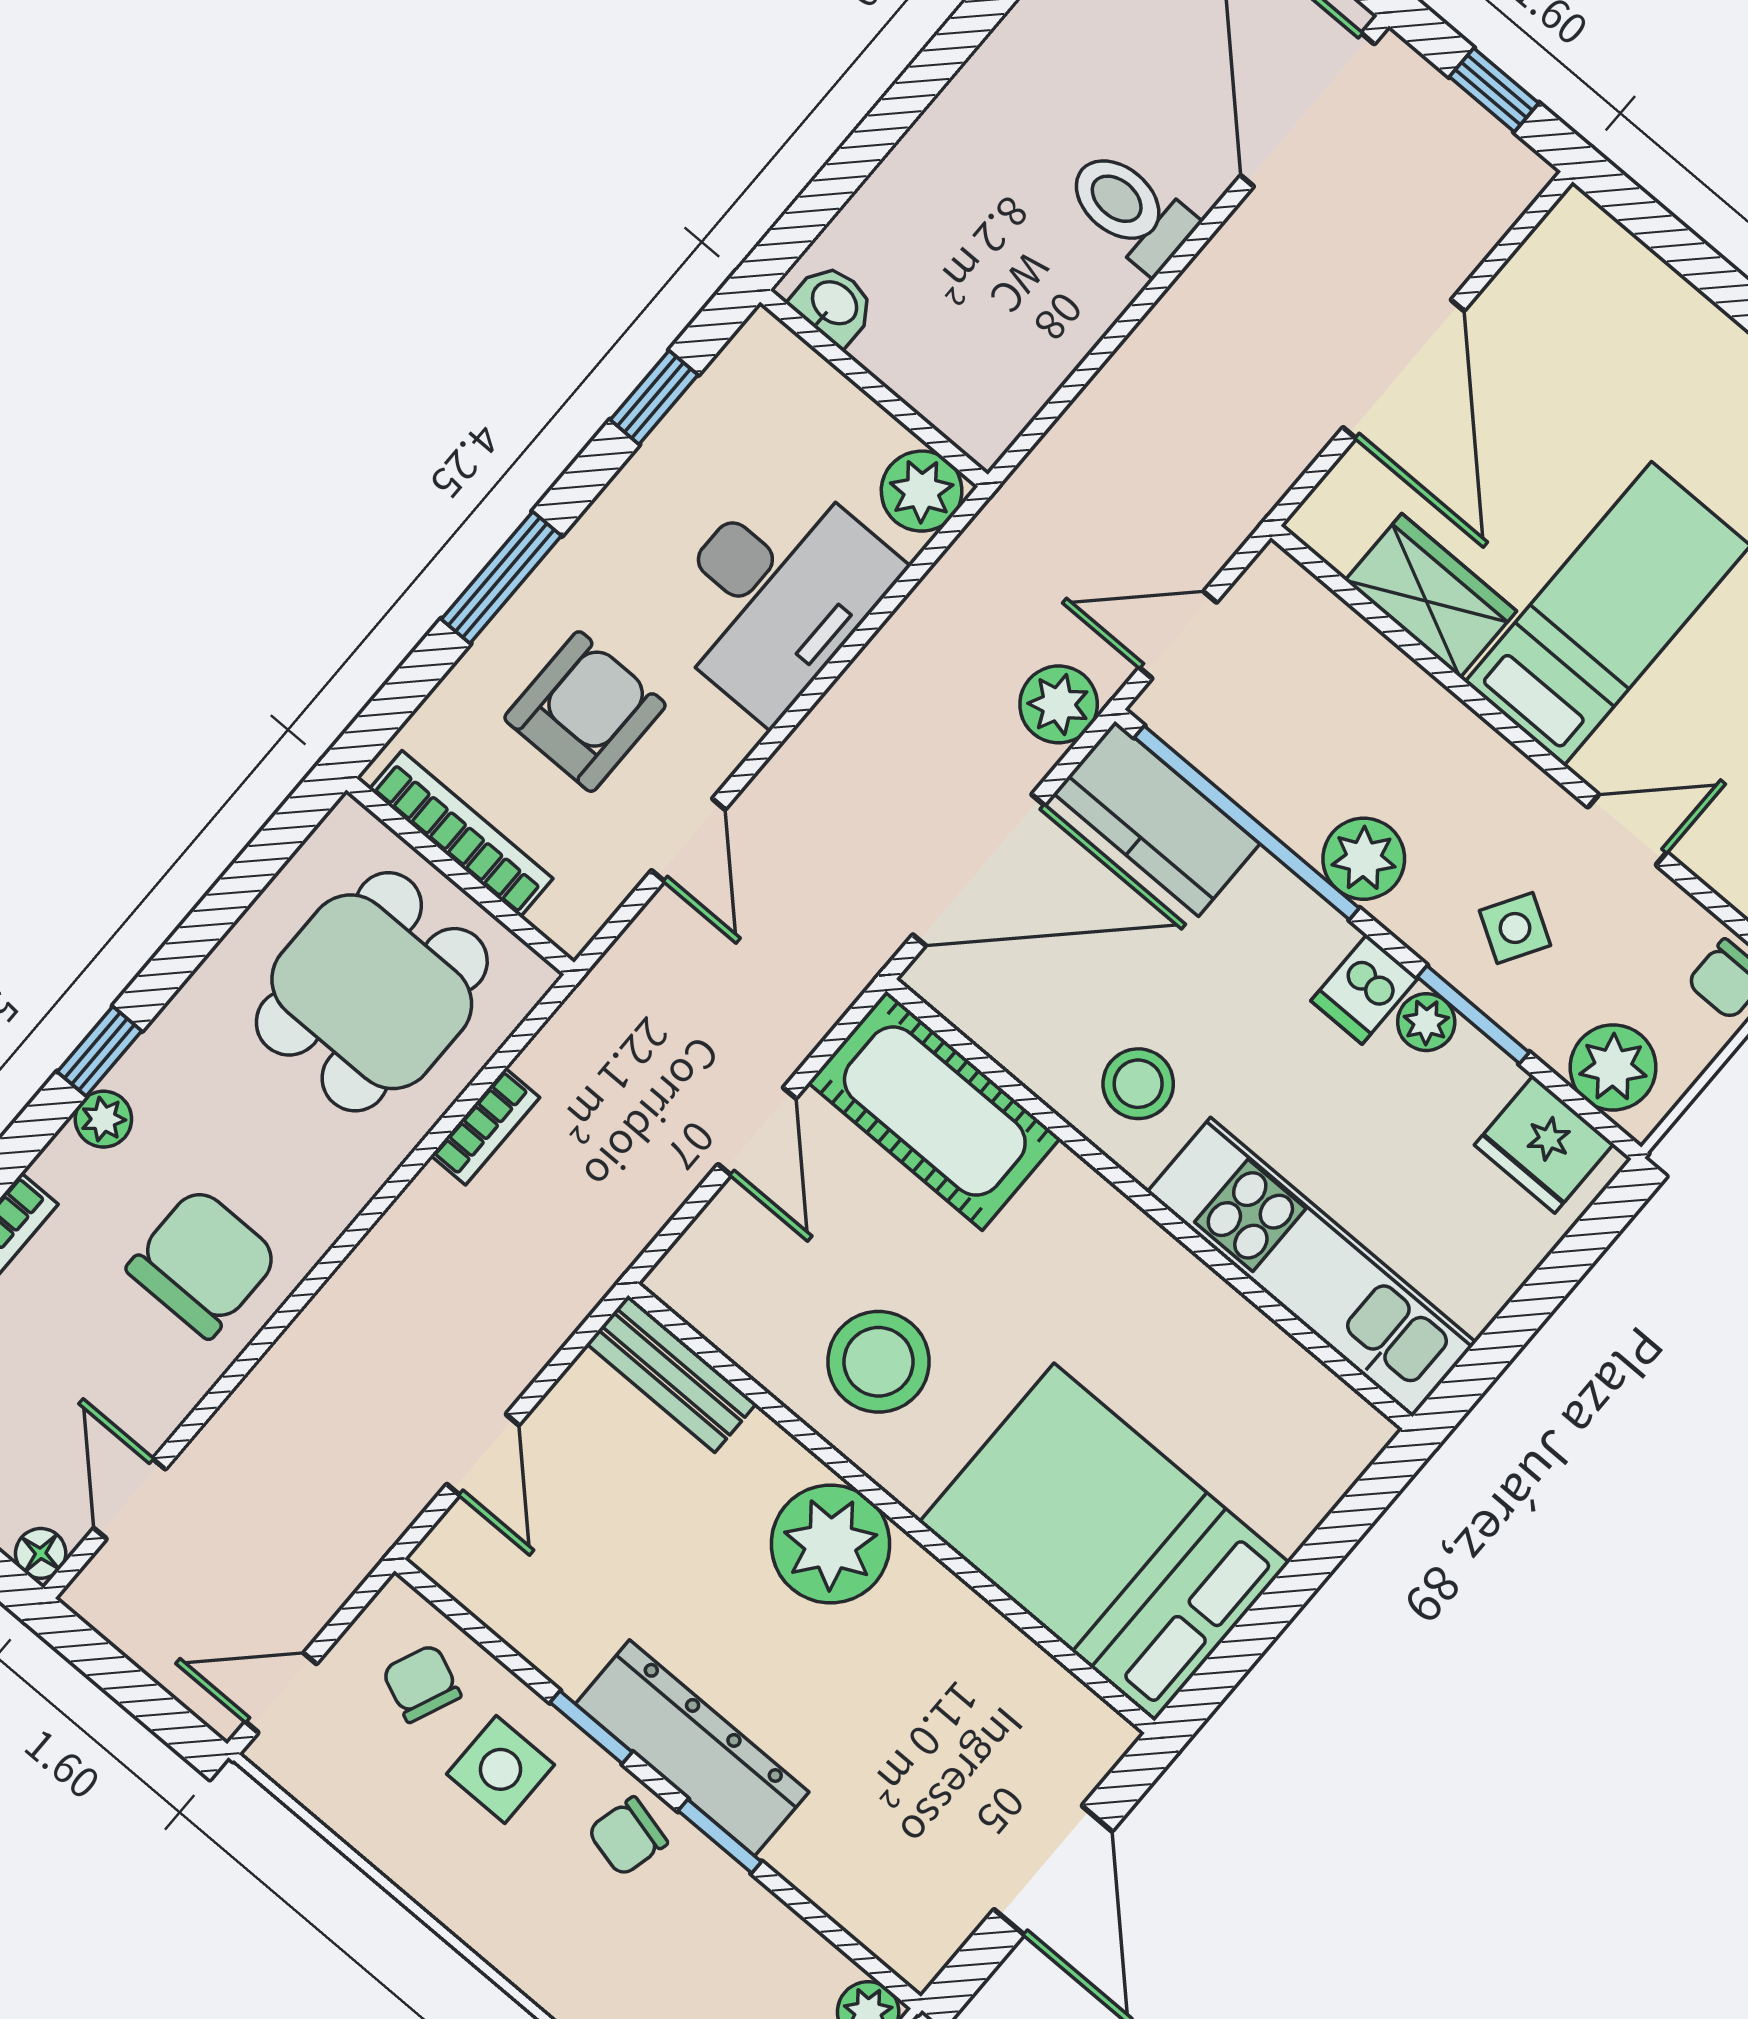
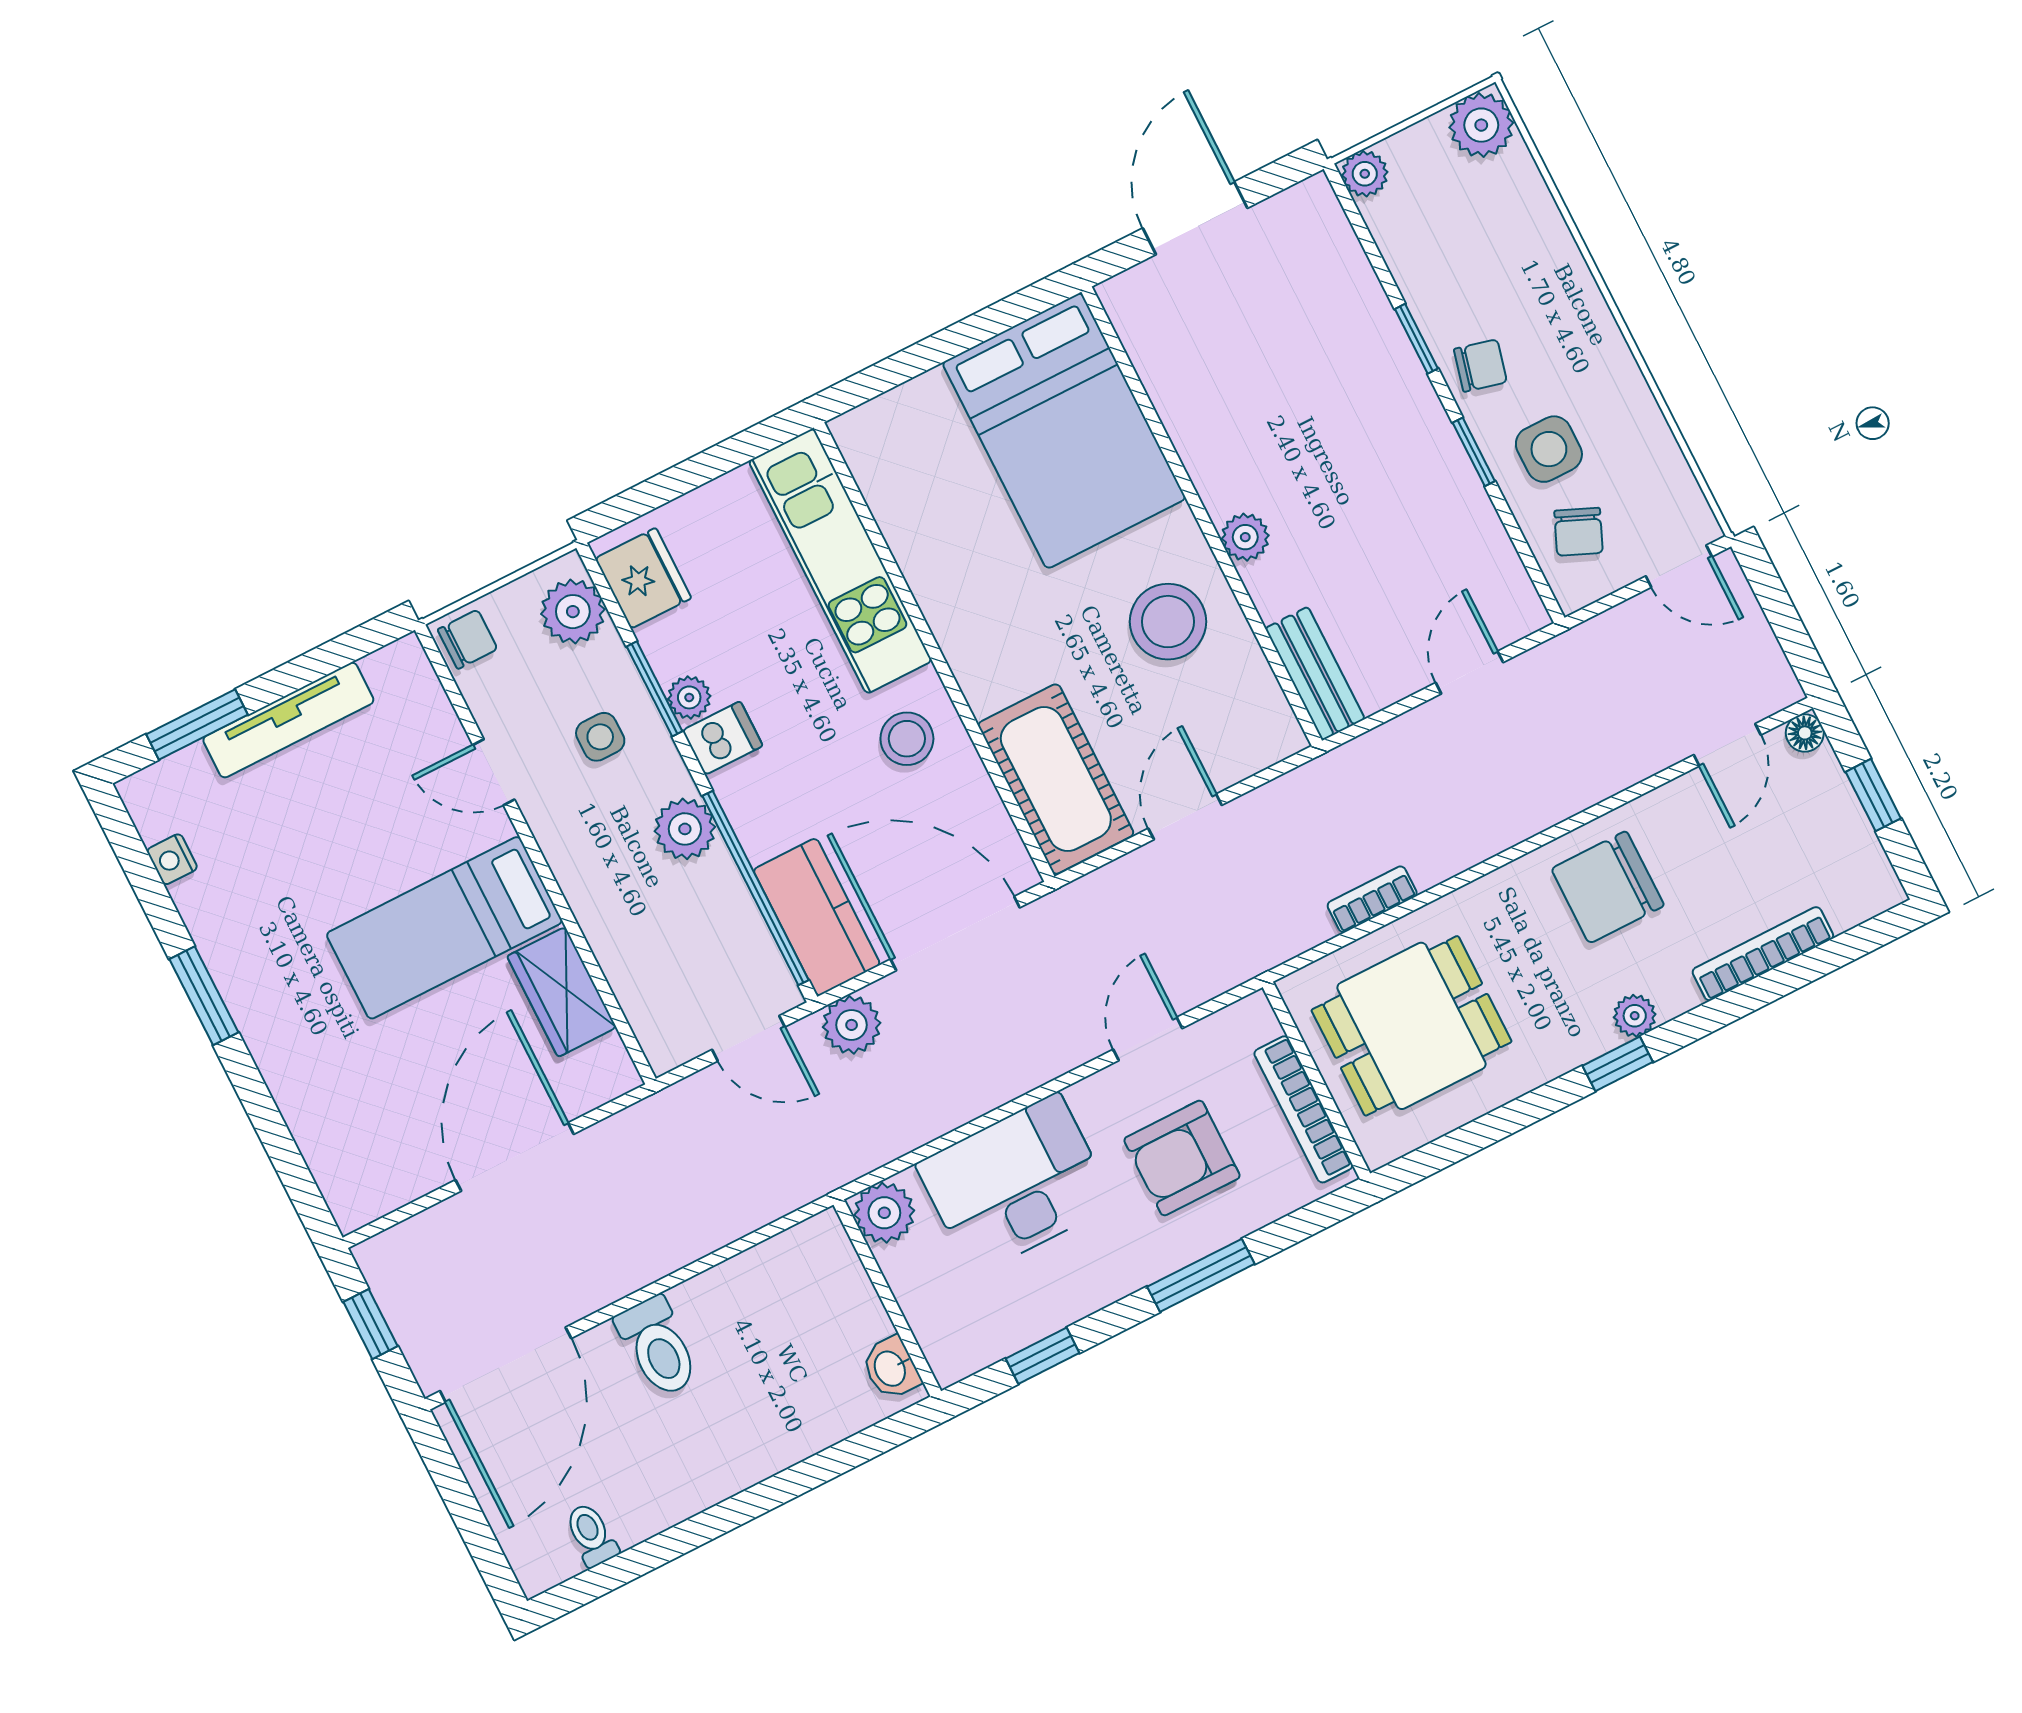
side table: (1515, 928) -> (600, 737), turned -31
plant: (831, 1544) -> (1245, 537), width x0.53, depth x0.53
dresser: (692, 1748) -> (1410, 408), removed

